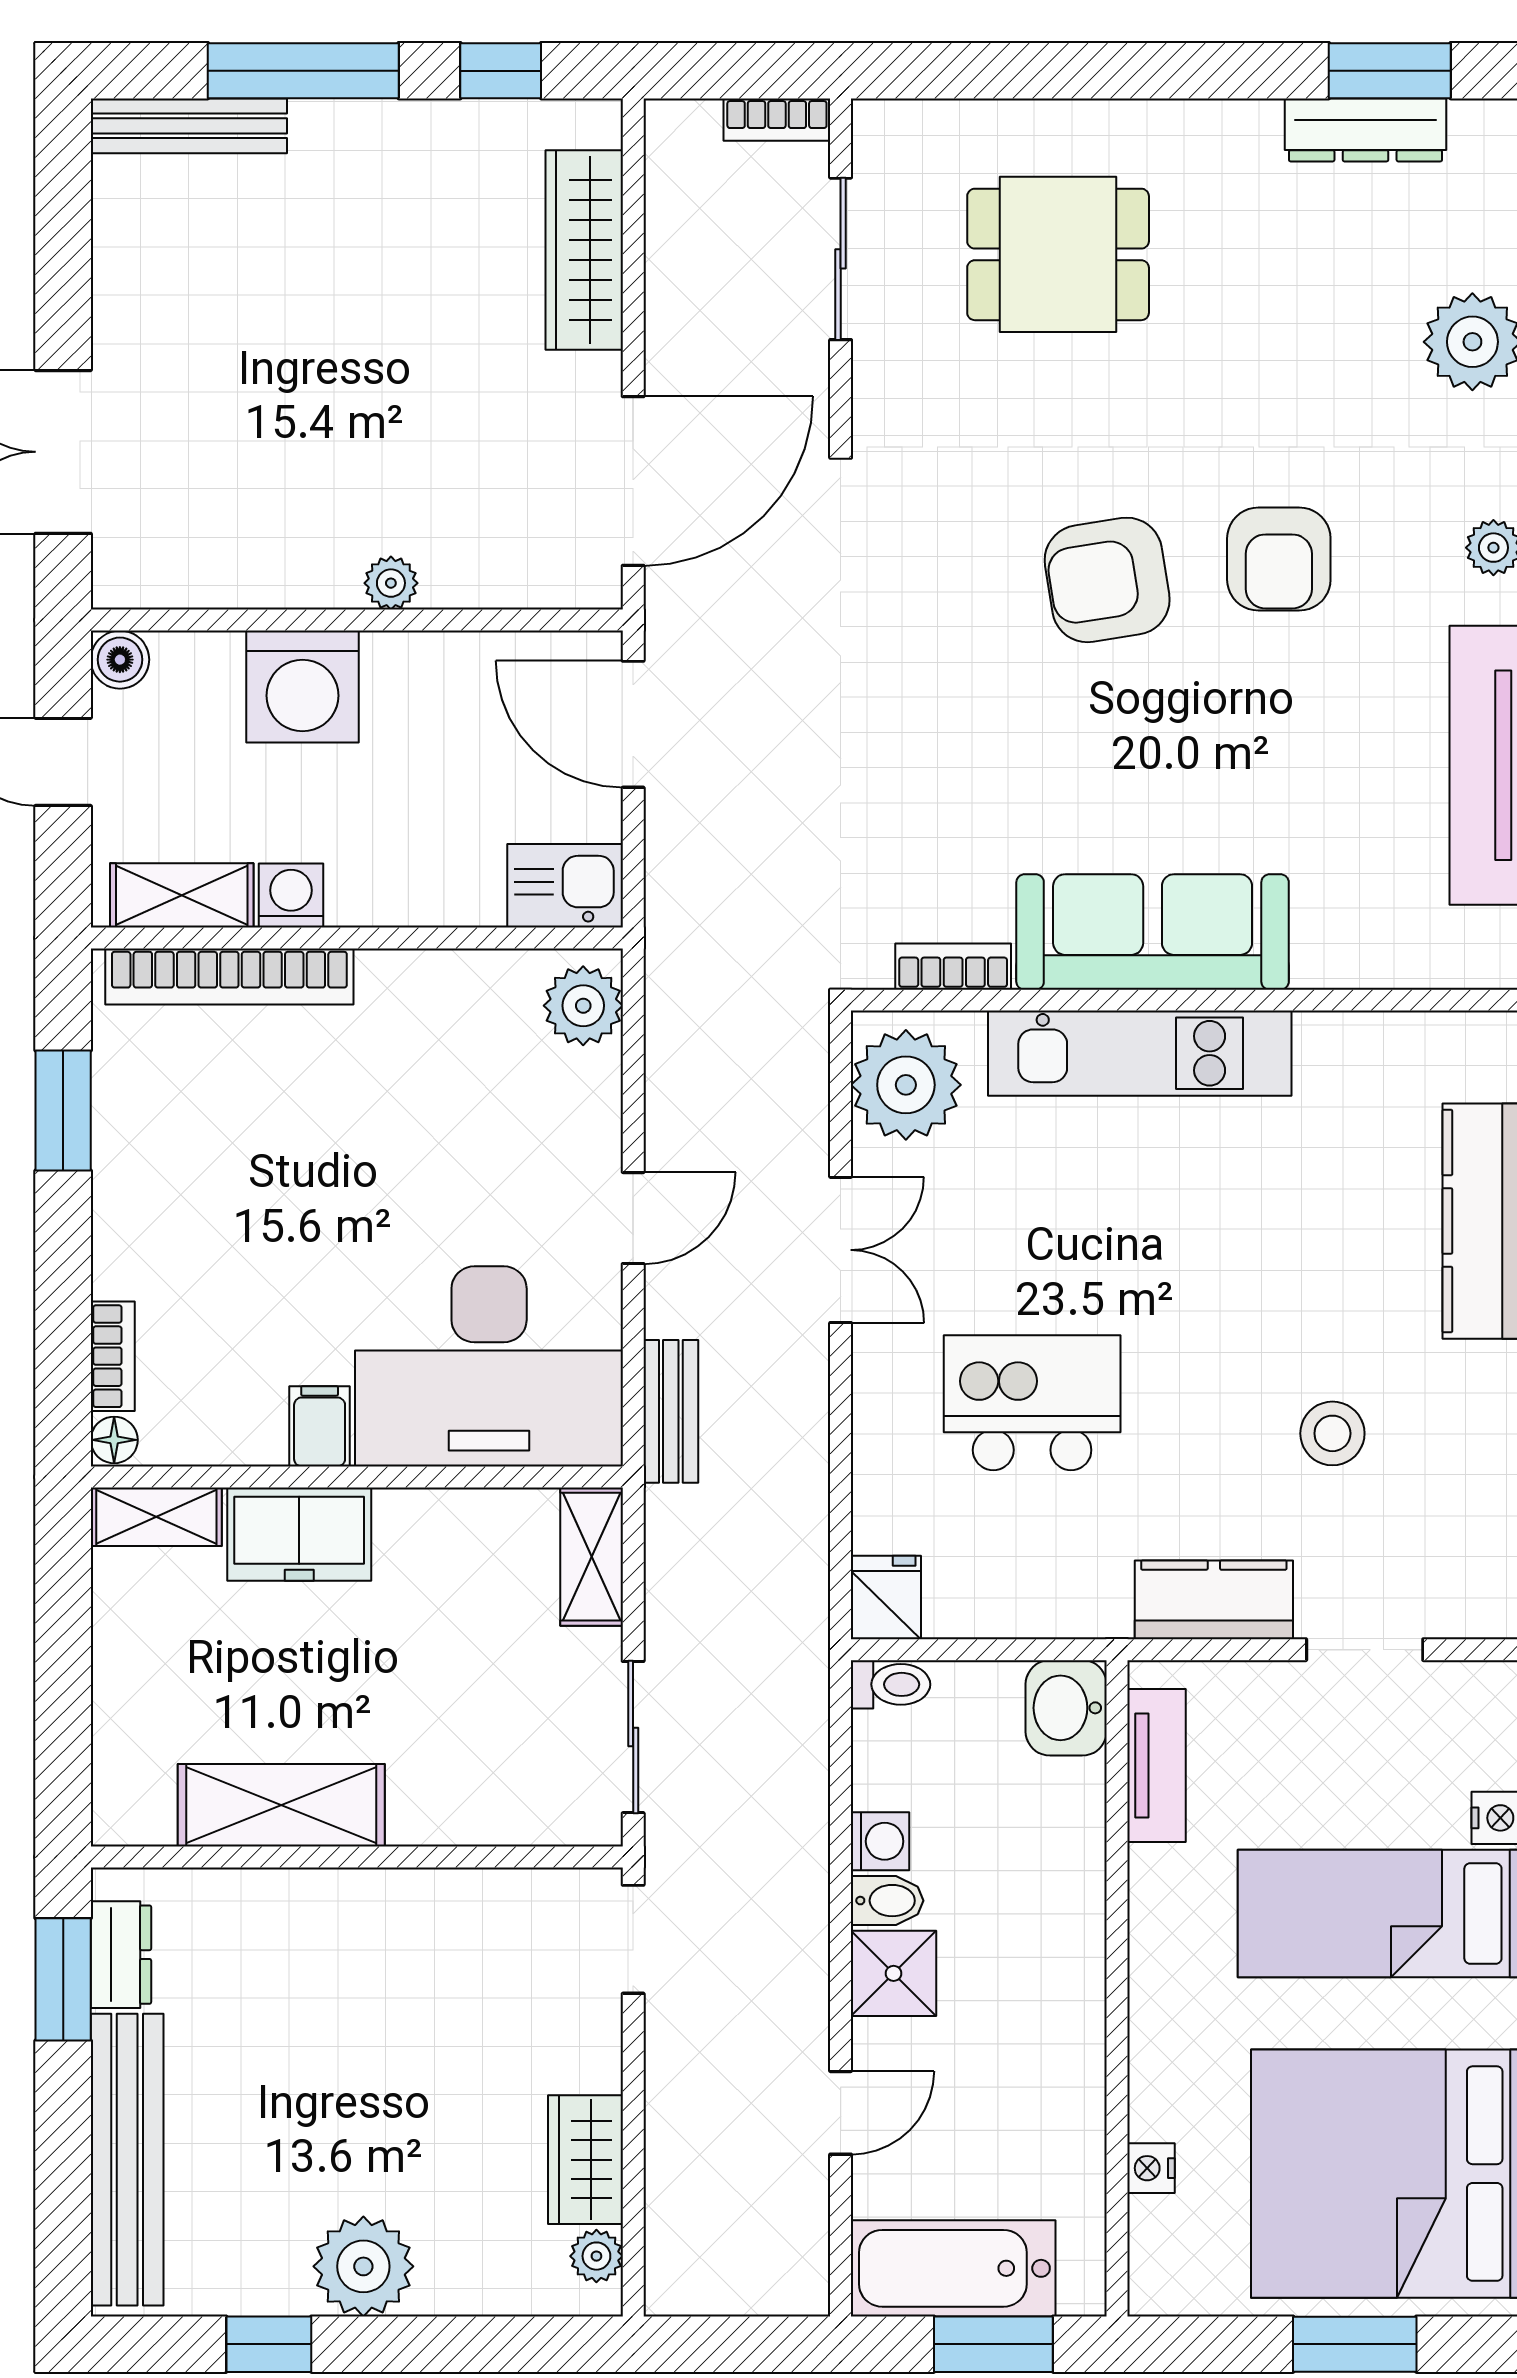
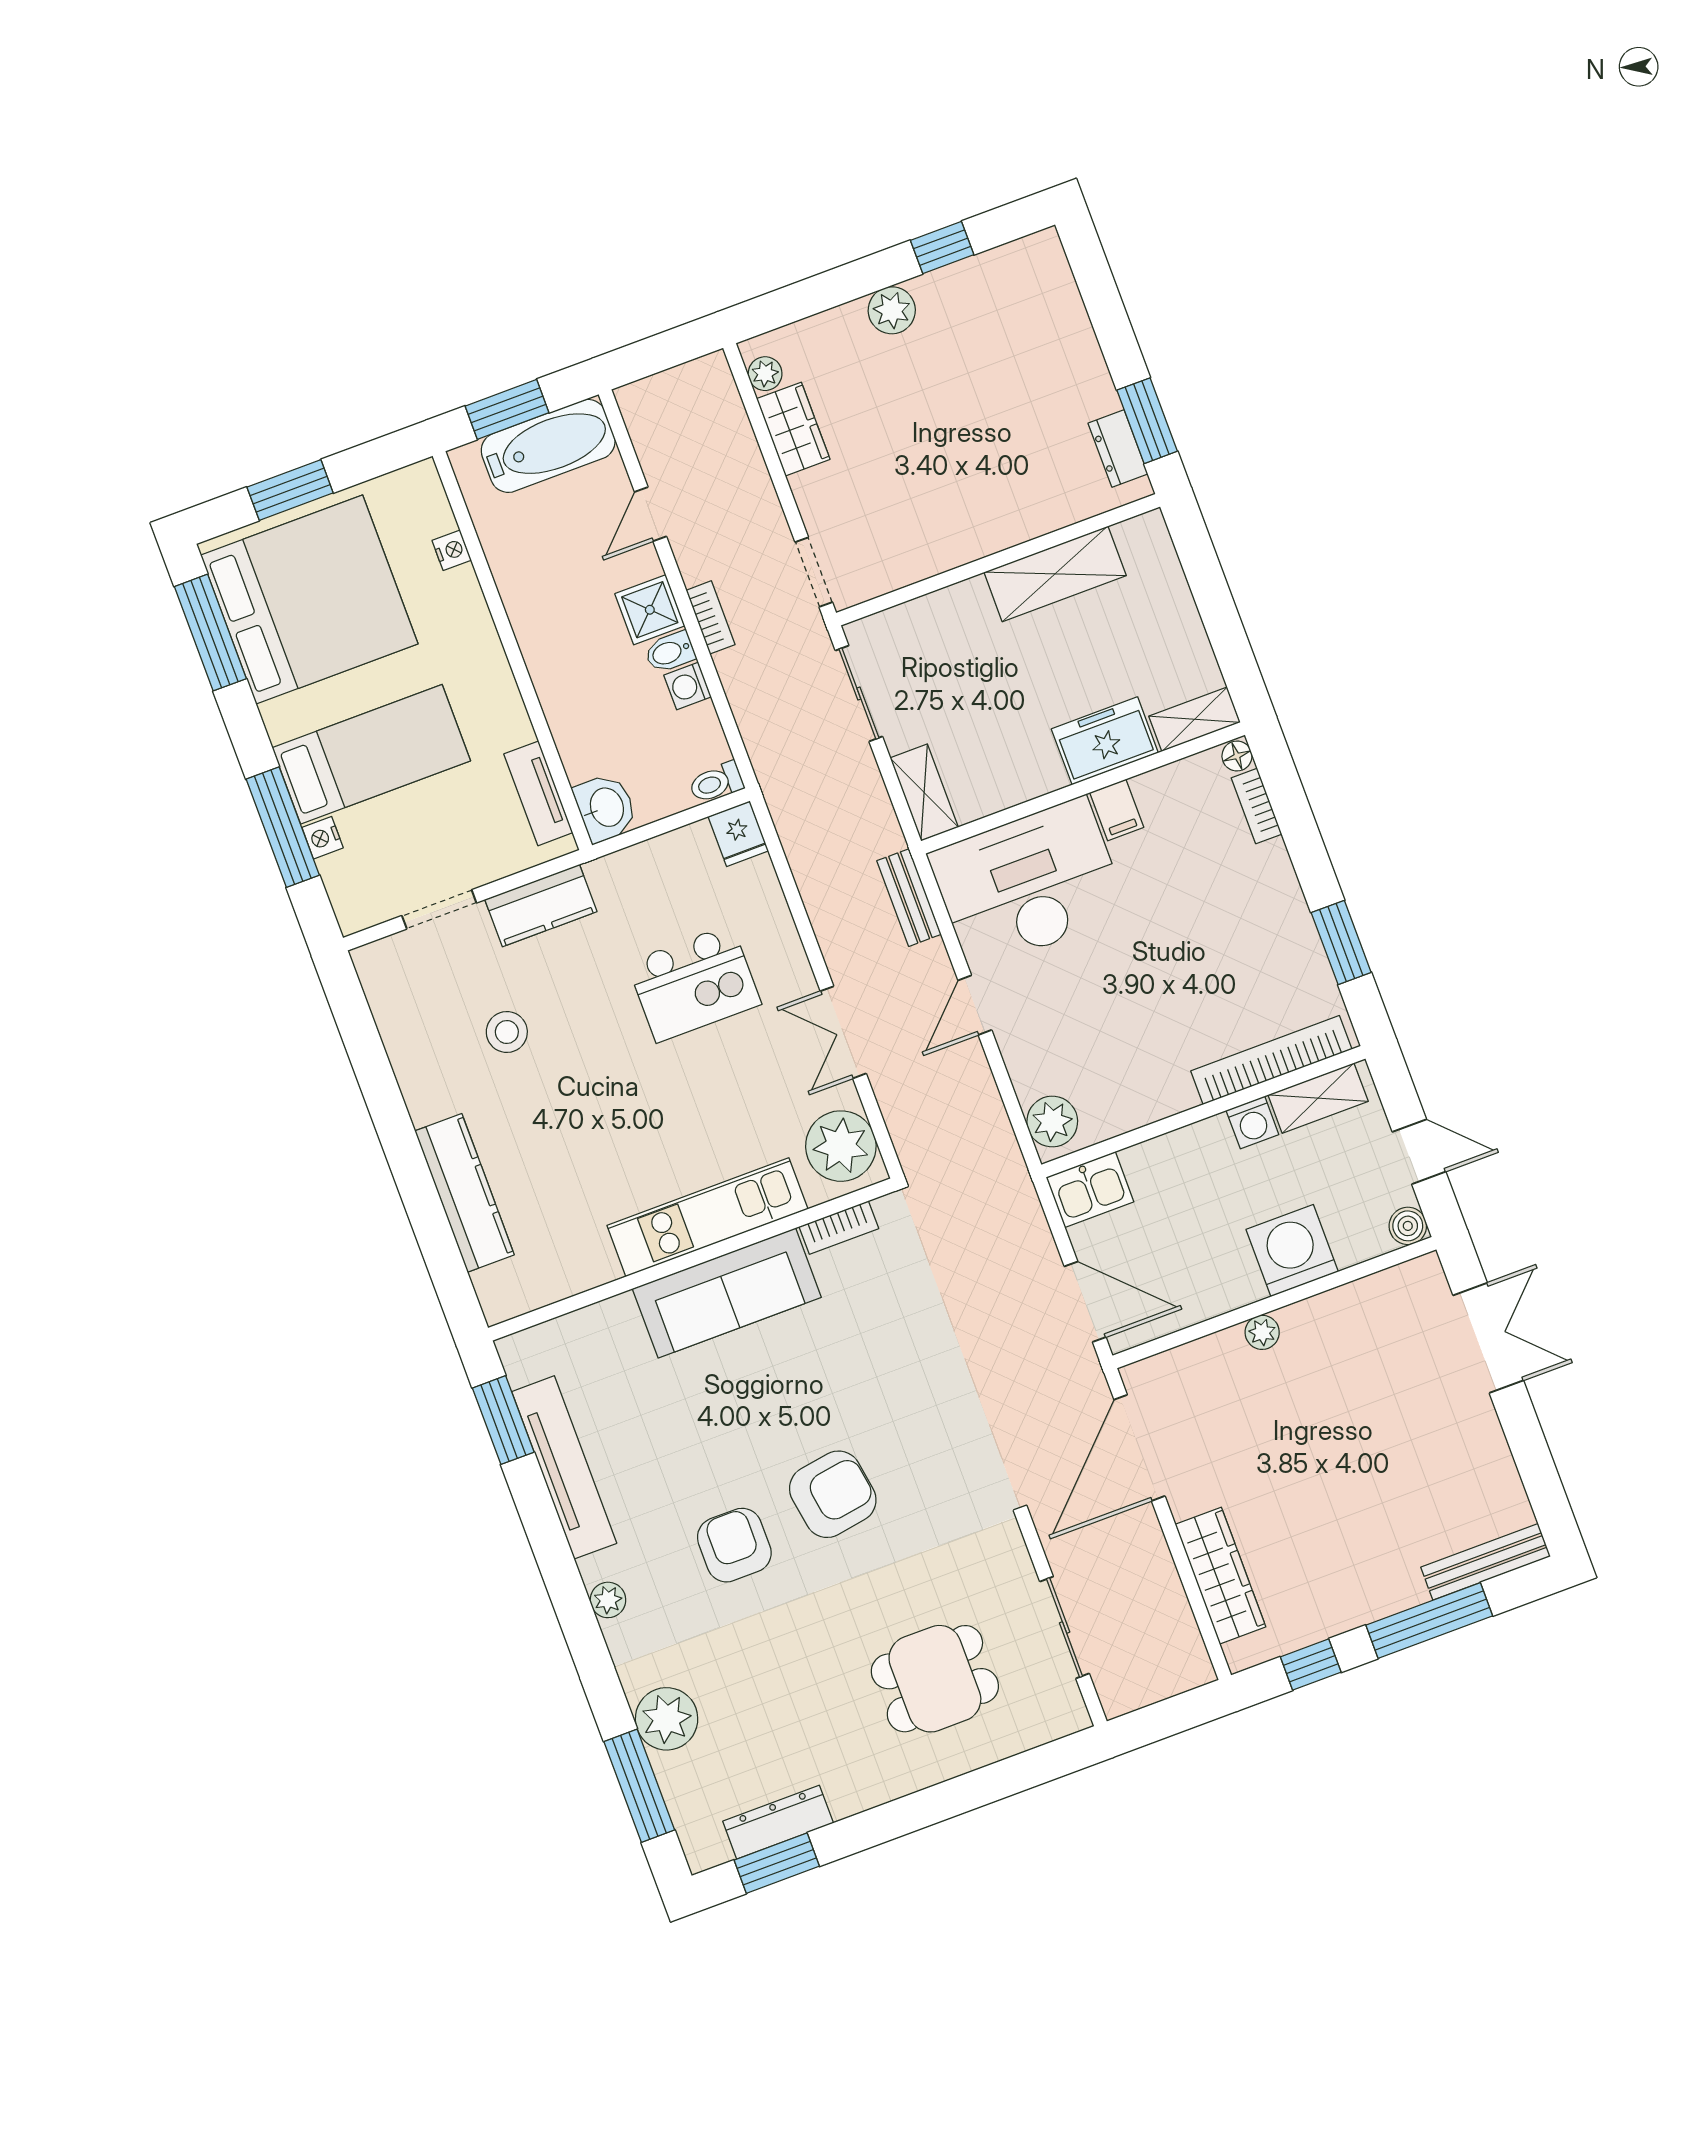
bookcase: (777, 120) -> (711, 617), moved, turned 90
bench: (127, 2160) -> (1068, 327), removed
plant: (363, 2266) -> (892, 310), width x0.73, depth x0.73

